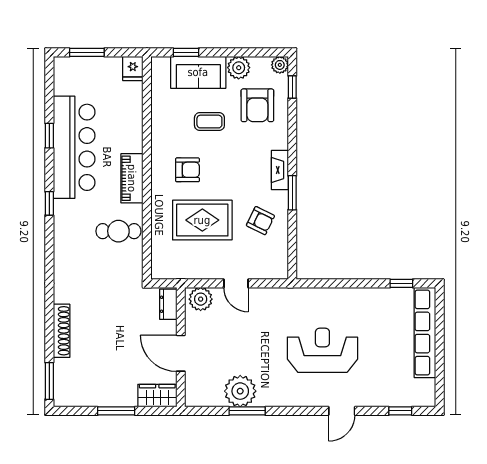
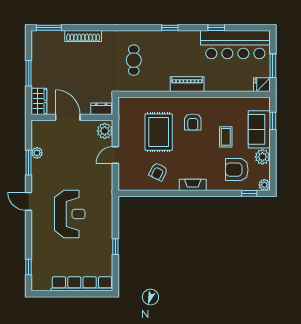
window: (87, 52) -> (273, 66), moved
bar counter: (74, 147) -> (235, 45), moved
window: (292, 193) -> (177, 193), removed
cafe table: (118, 231) -> (134, 60), moved
window: (401, 283) -> (115, 247), moved
door: (181, 353) -> (68, 117), hinge flipped
plant: (240, 391) -> (37, 153), width x0.53, depth x0.53
door: (342, 411) -> (29, 201), moved

